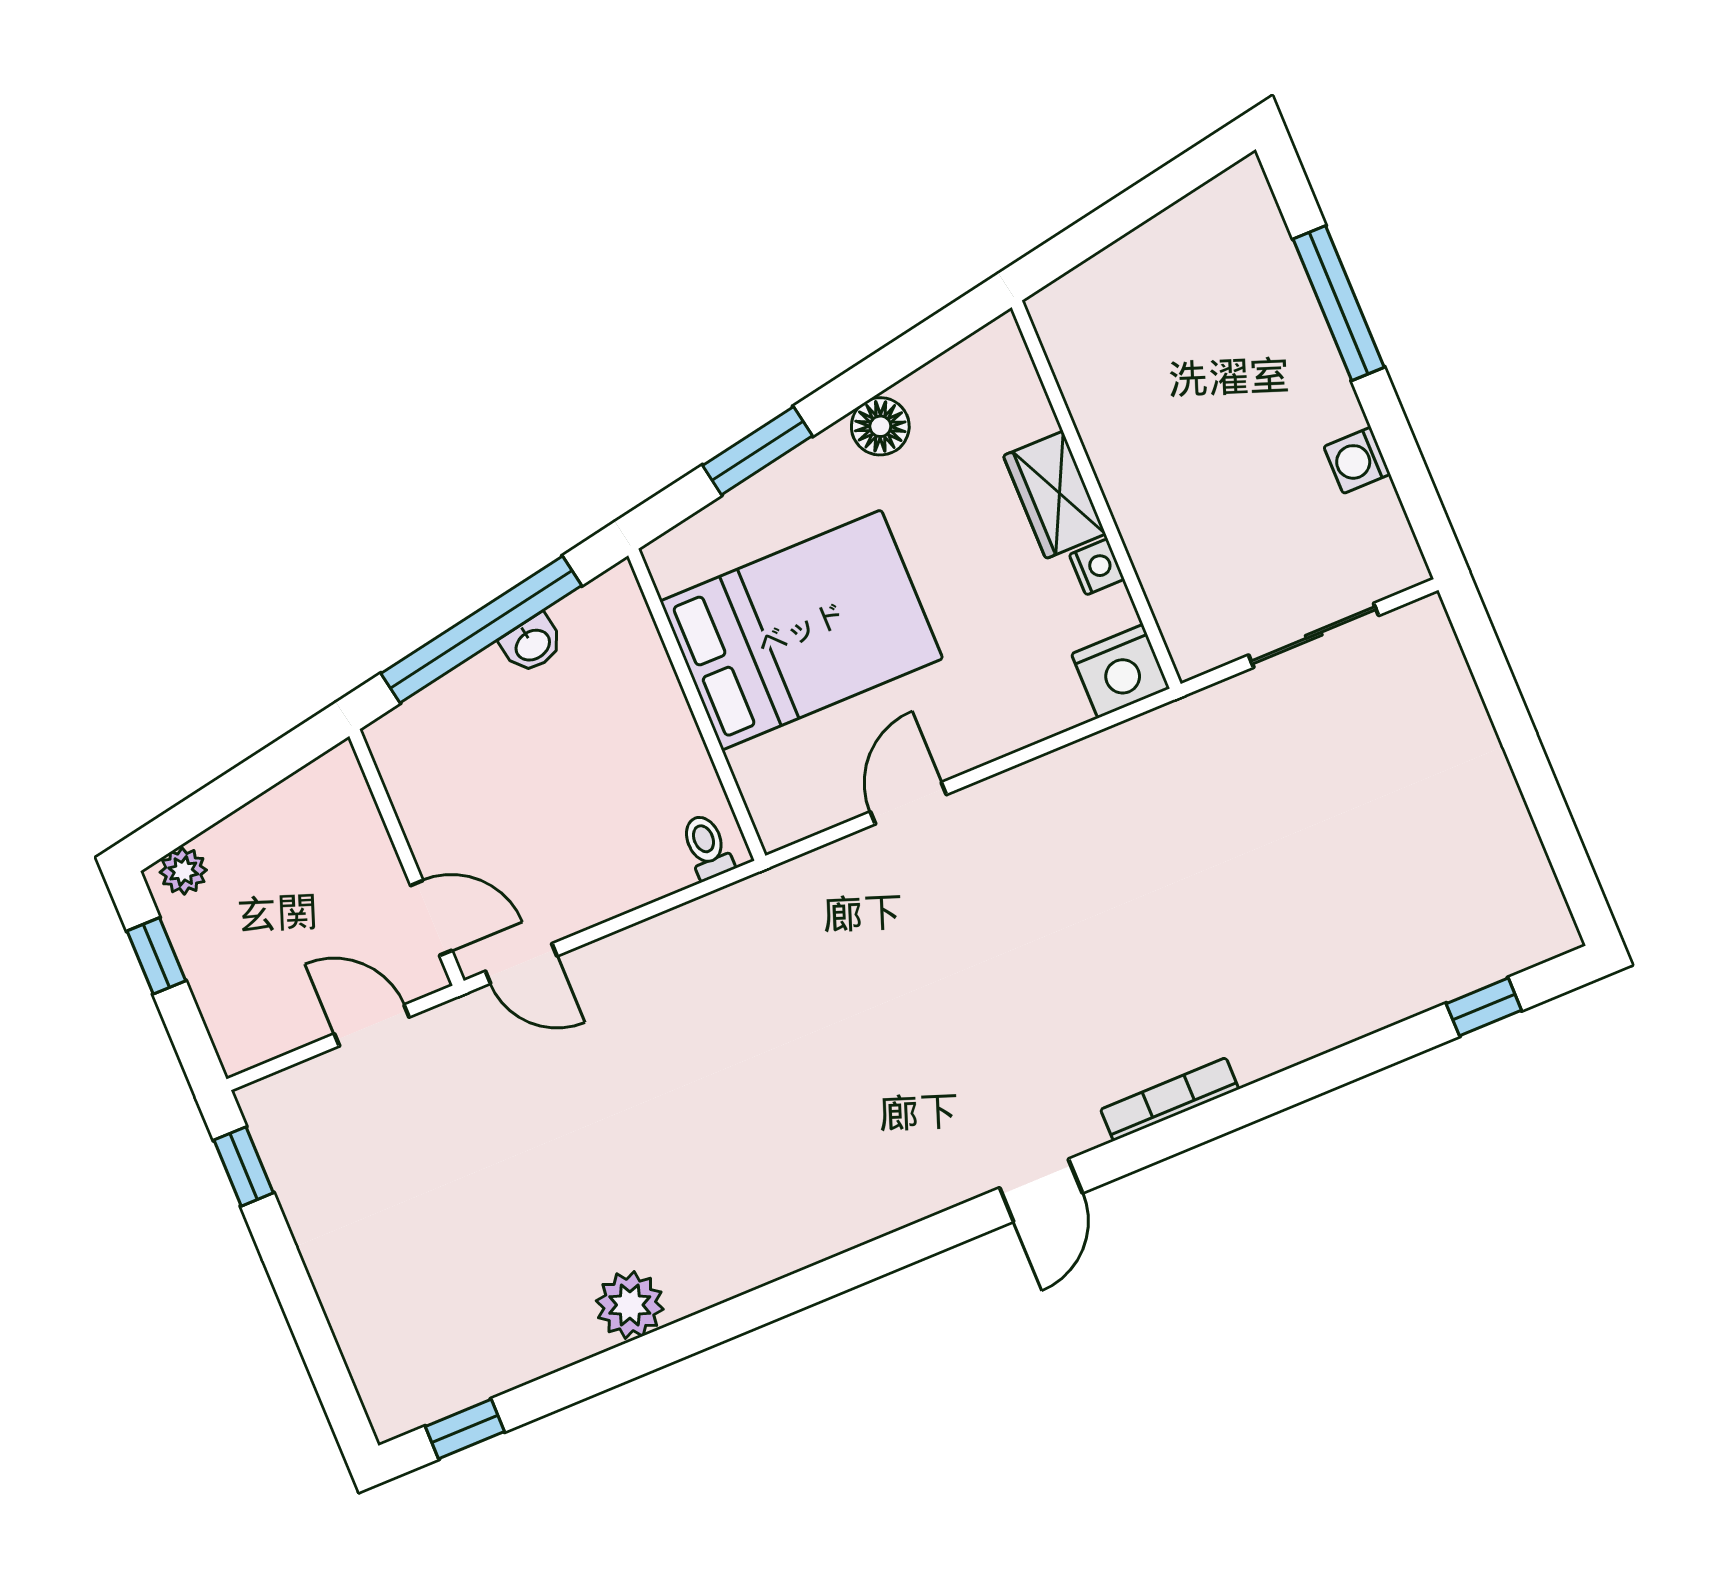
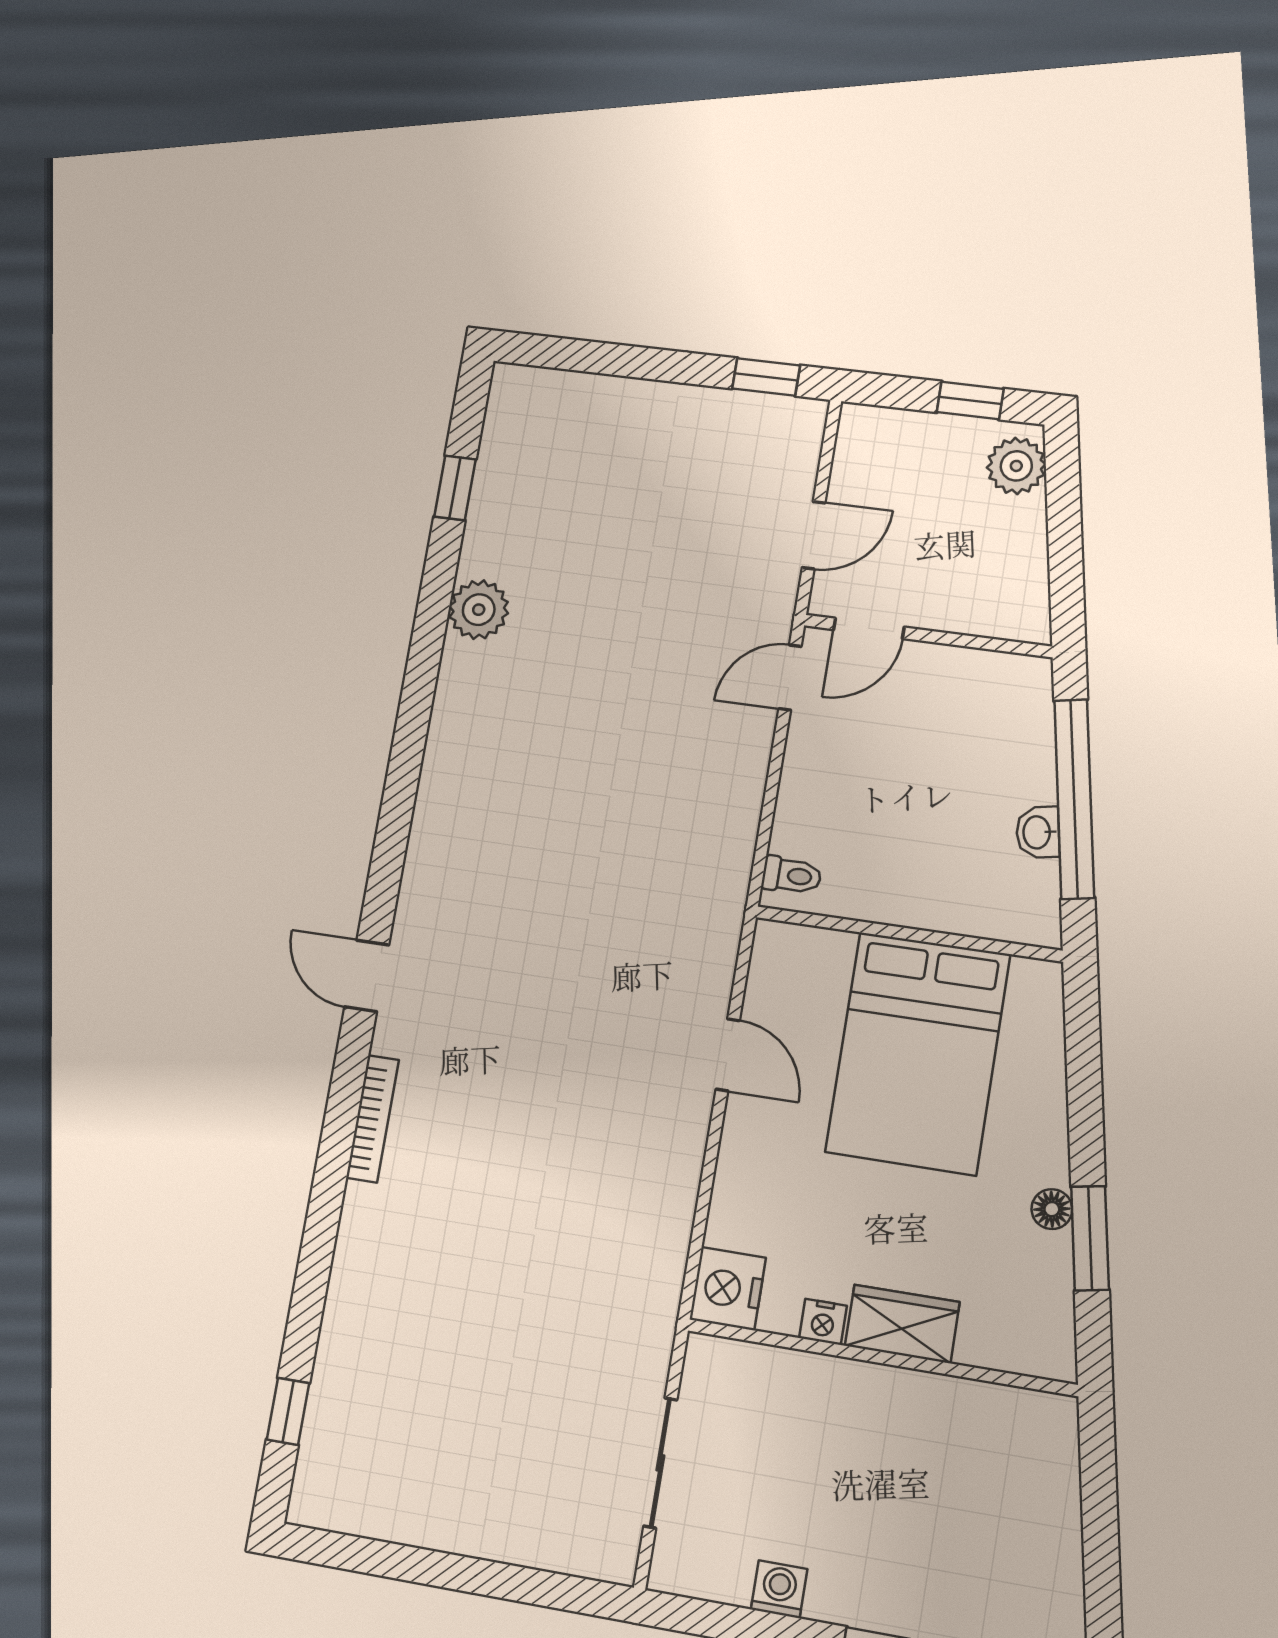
floor lamp: (880, 426) -> (1052, 1209), width x0.73, depth x0.73
window: (757, 451) -> (1090, 1238), moved
plant: (183, 871) -> (1016, 466), width x1.38, depth x1.38
window: (465, 1429) -> (455, 488), moved

